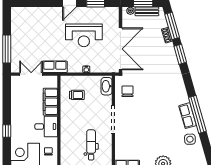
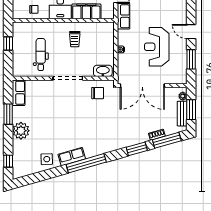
trolley: (77, 95) -> (75, 39), moved
window: (197, 114) -> (86, 163), moved
dental chair: (91, 145) -> (41, 54), turned -90

